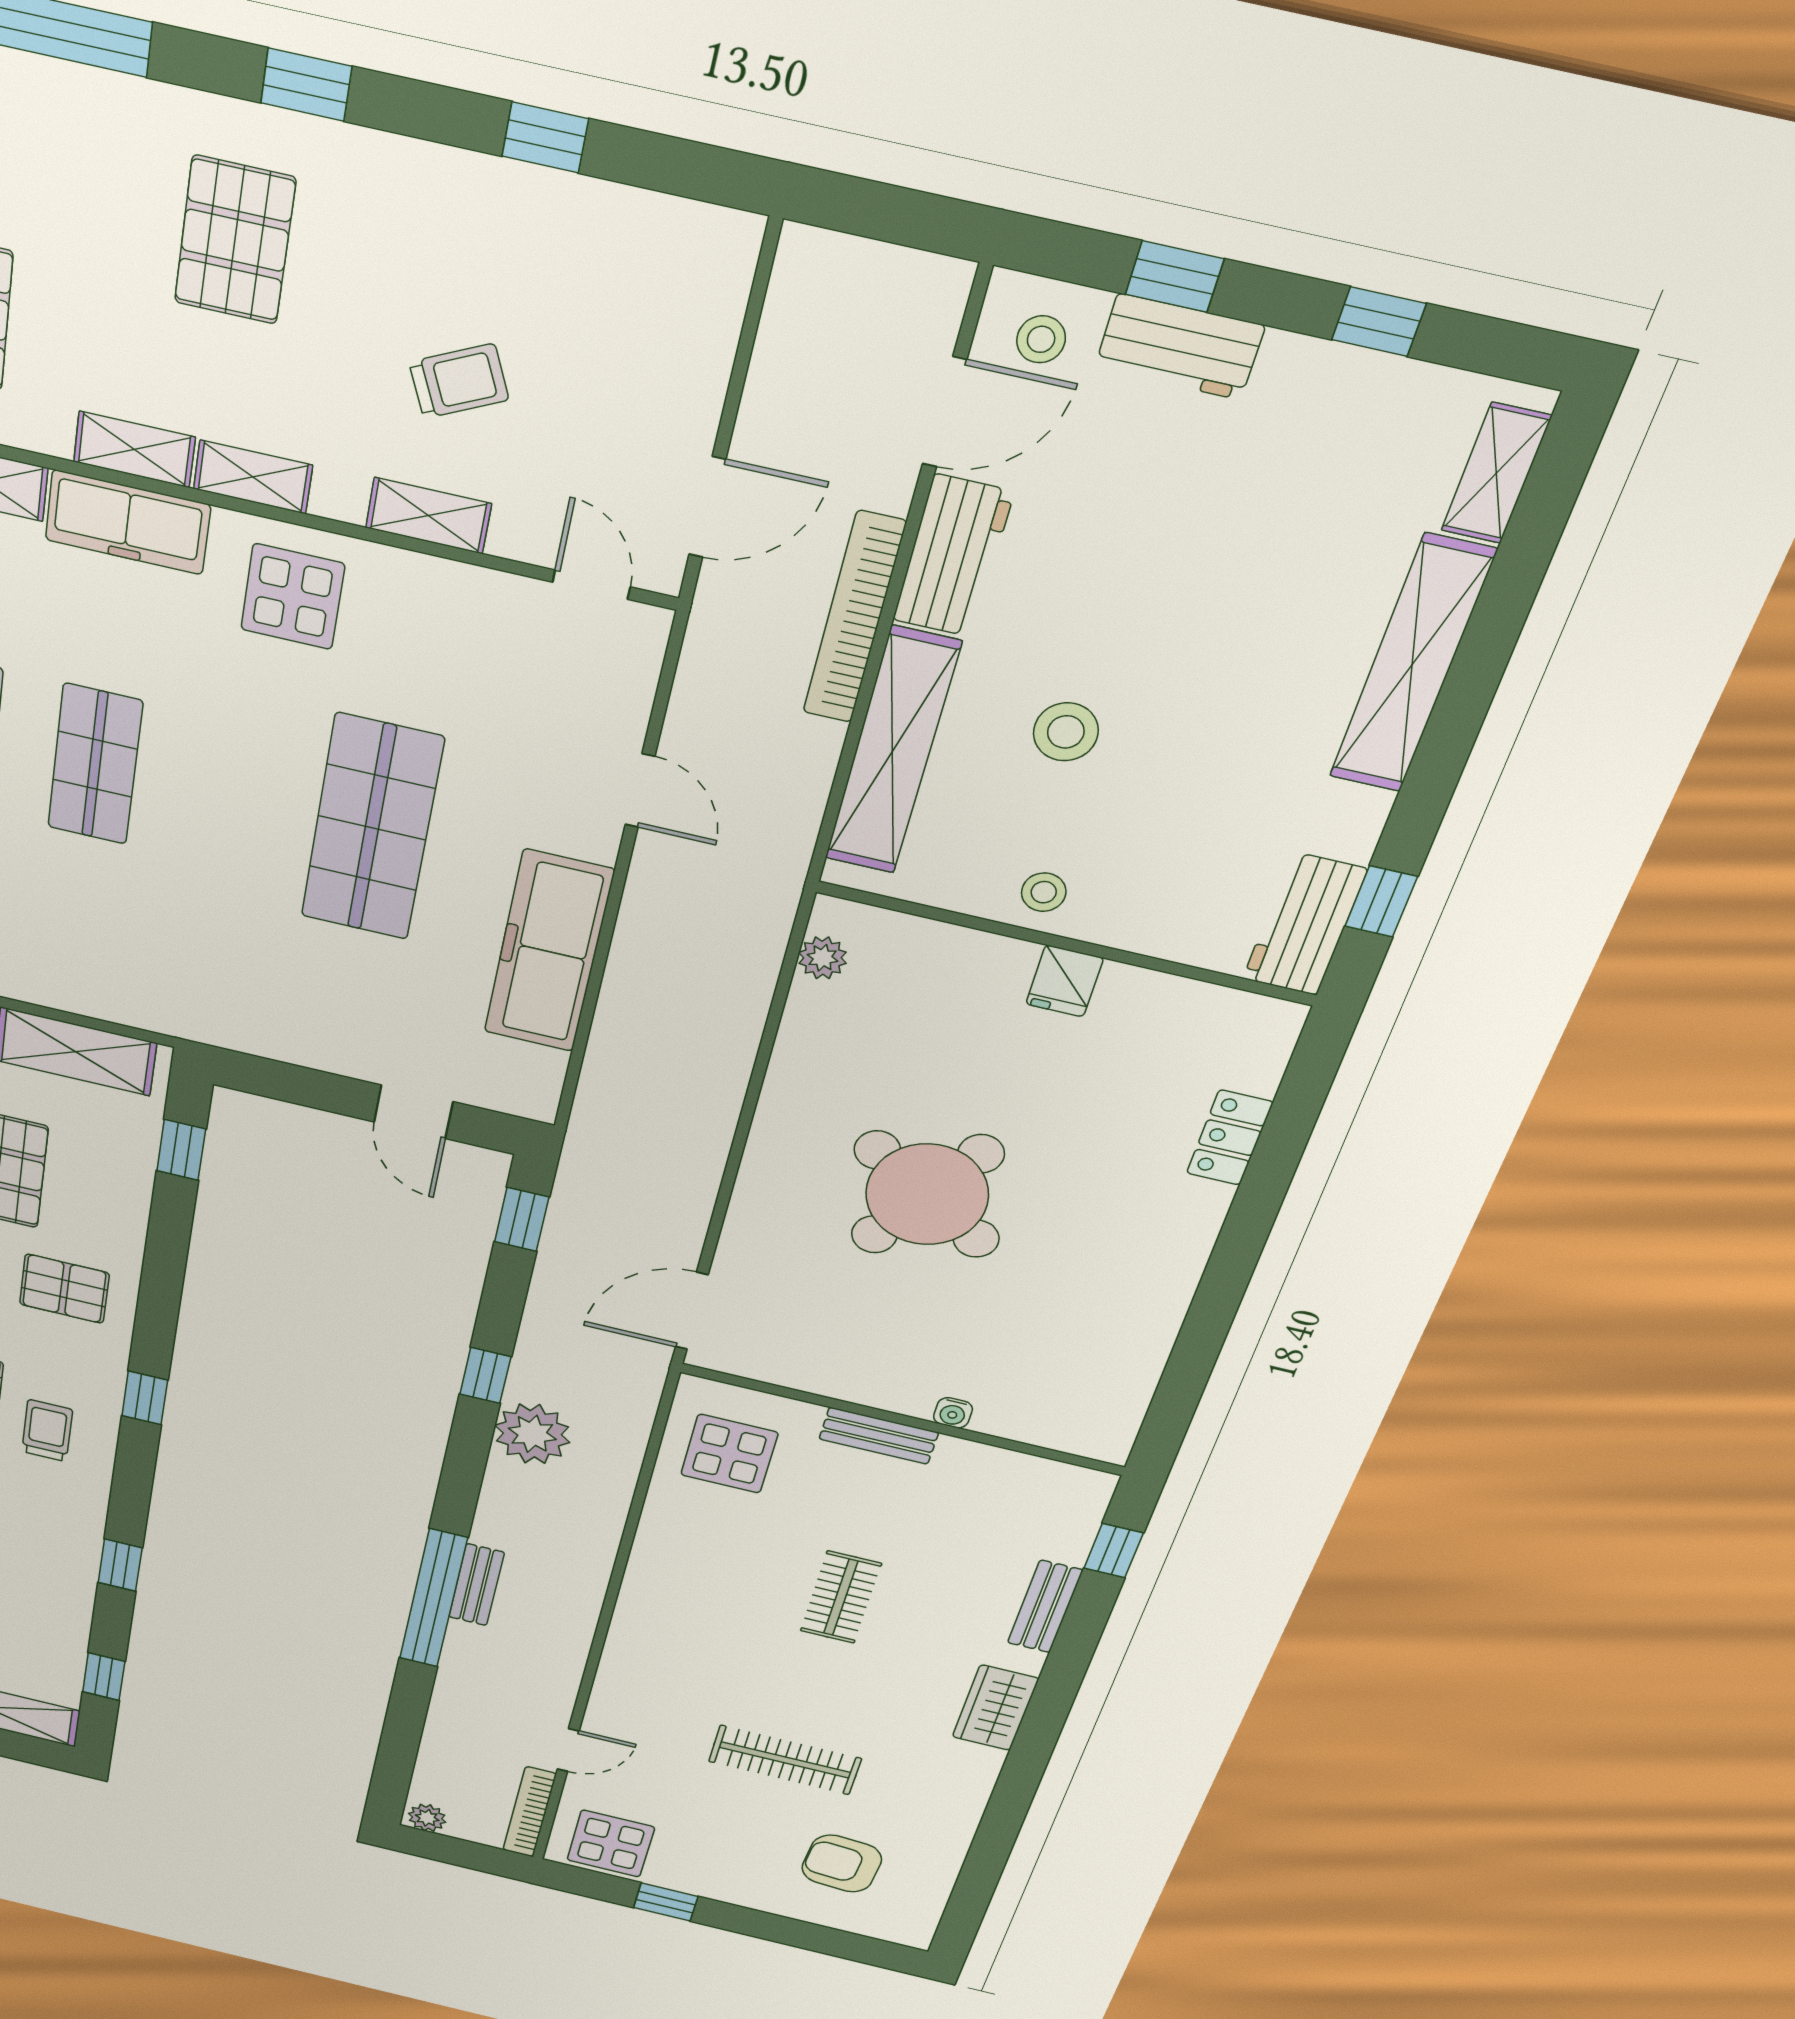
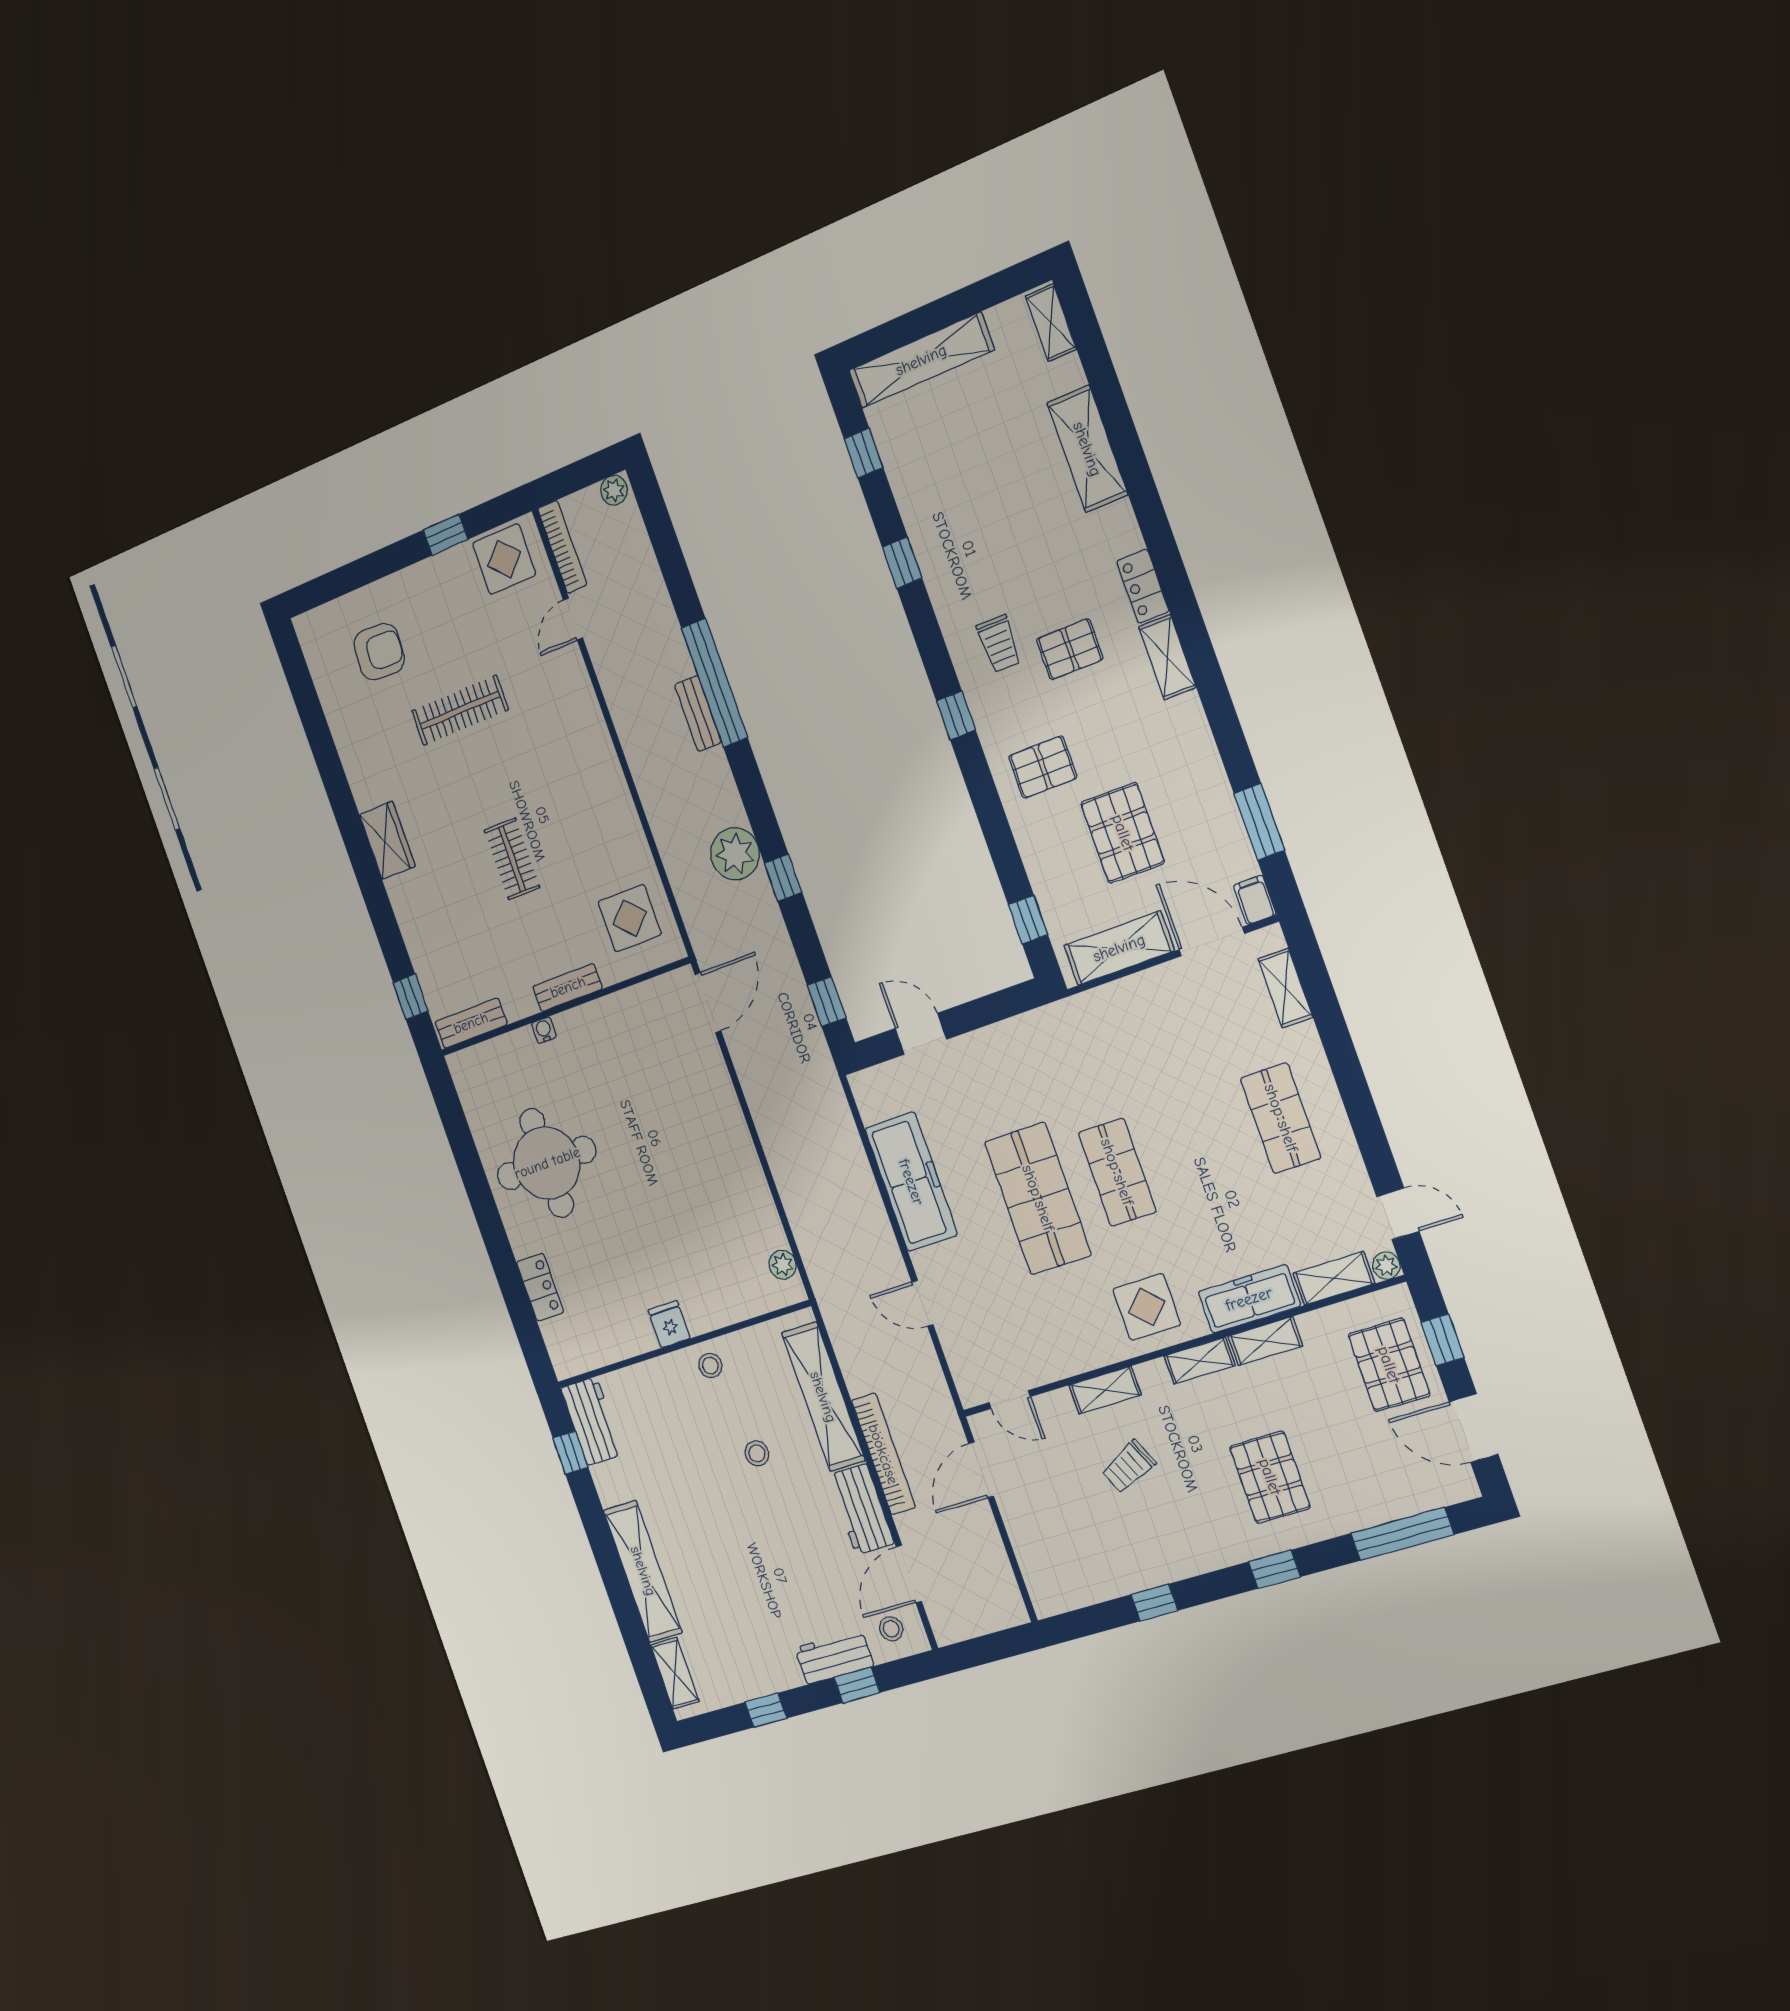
stool: (1066, 732) -> (757, 1453), width x0.73, depth x0.73
shop shelf: (95, 764) -> (1117, 1172), moved
round table: (927, 1194) -> (547, 1163), moved, turned -32
bench: (1045, 1607) -> (471, 1023), moved, turned 90

